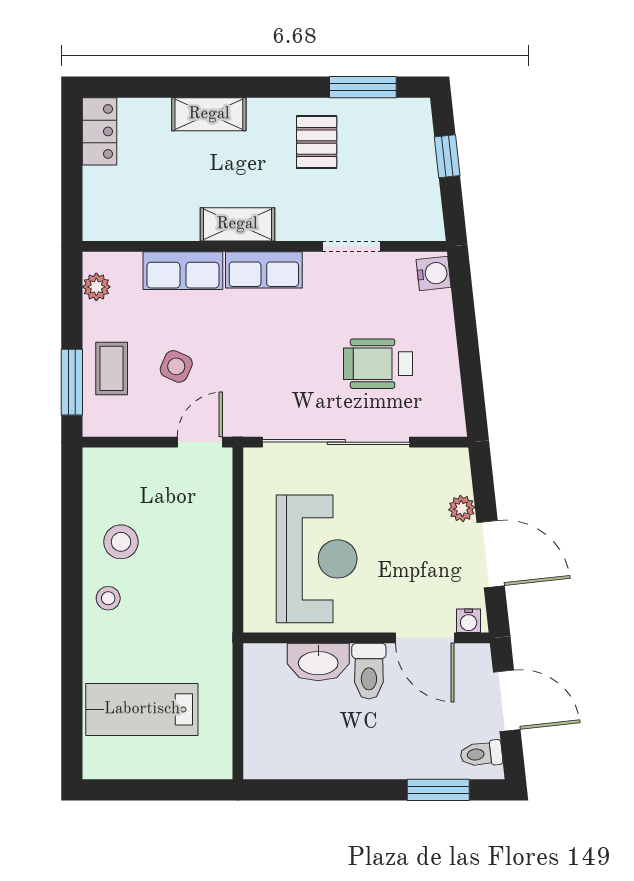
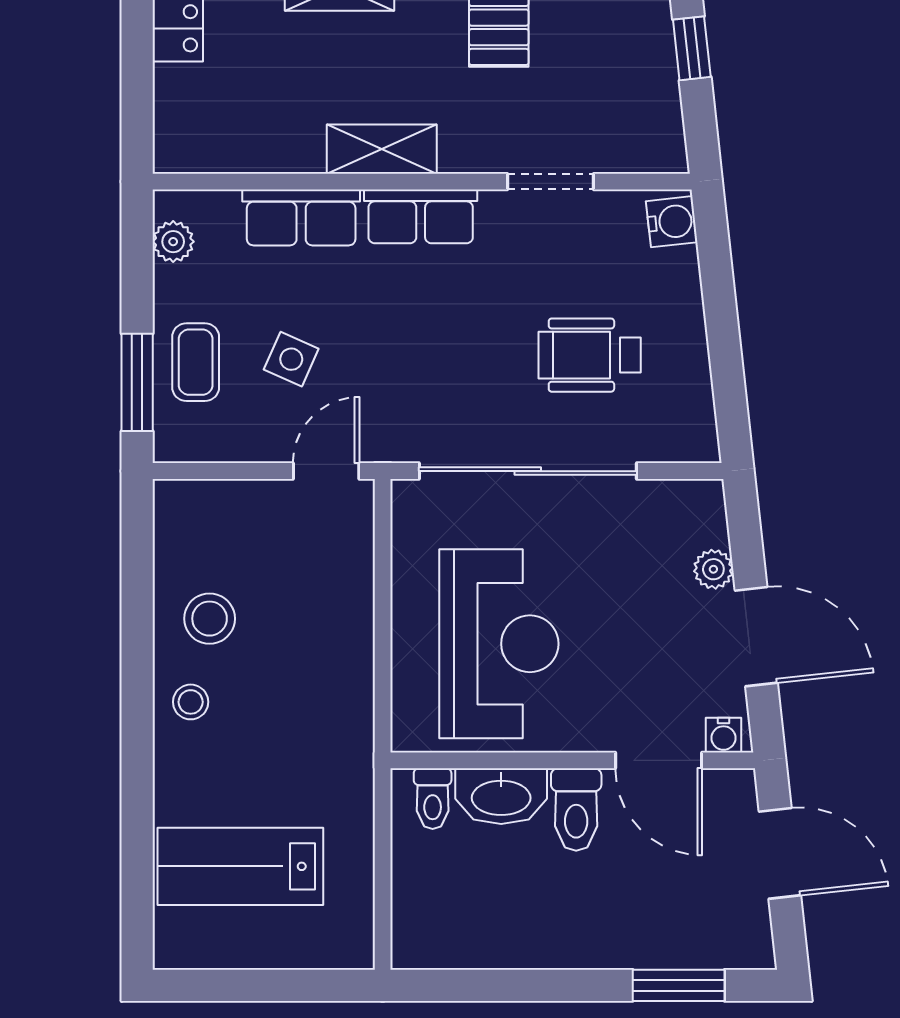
toilet: (481, 754) -> (433, 799), moved, turned -84

